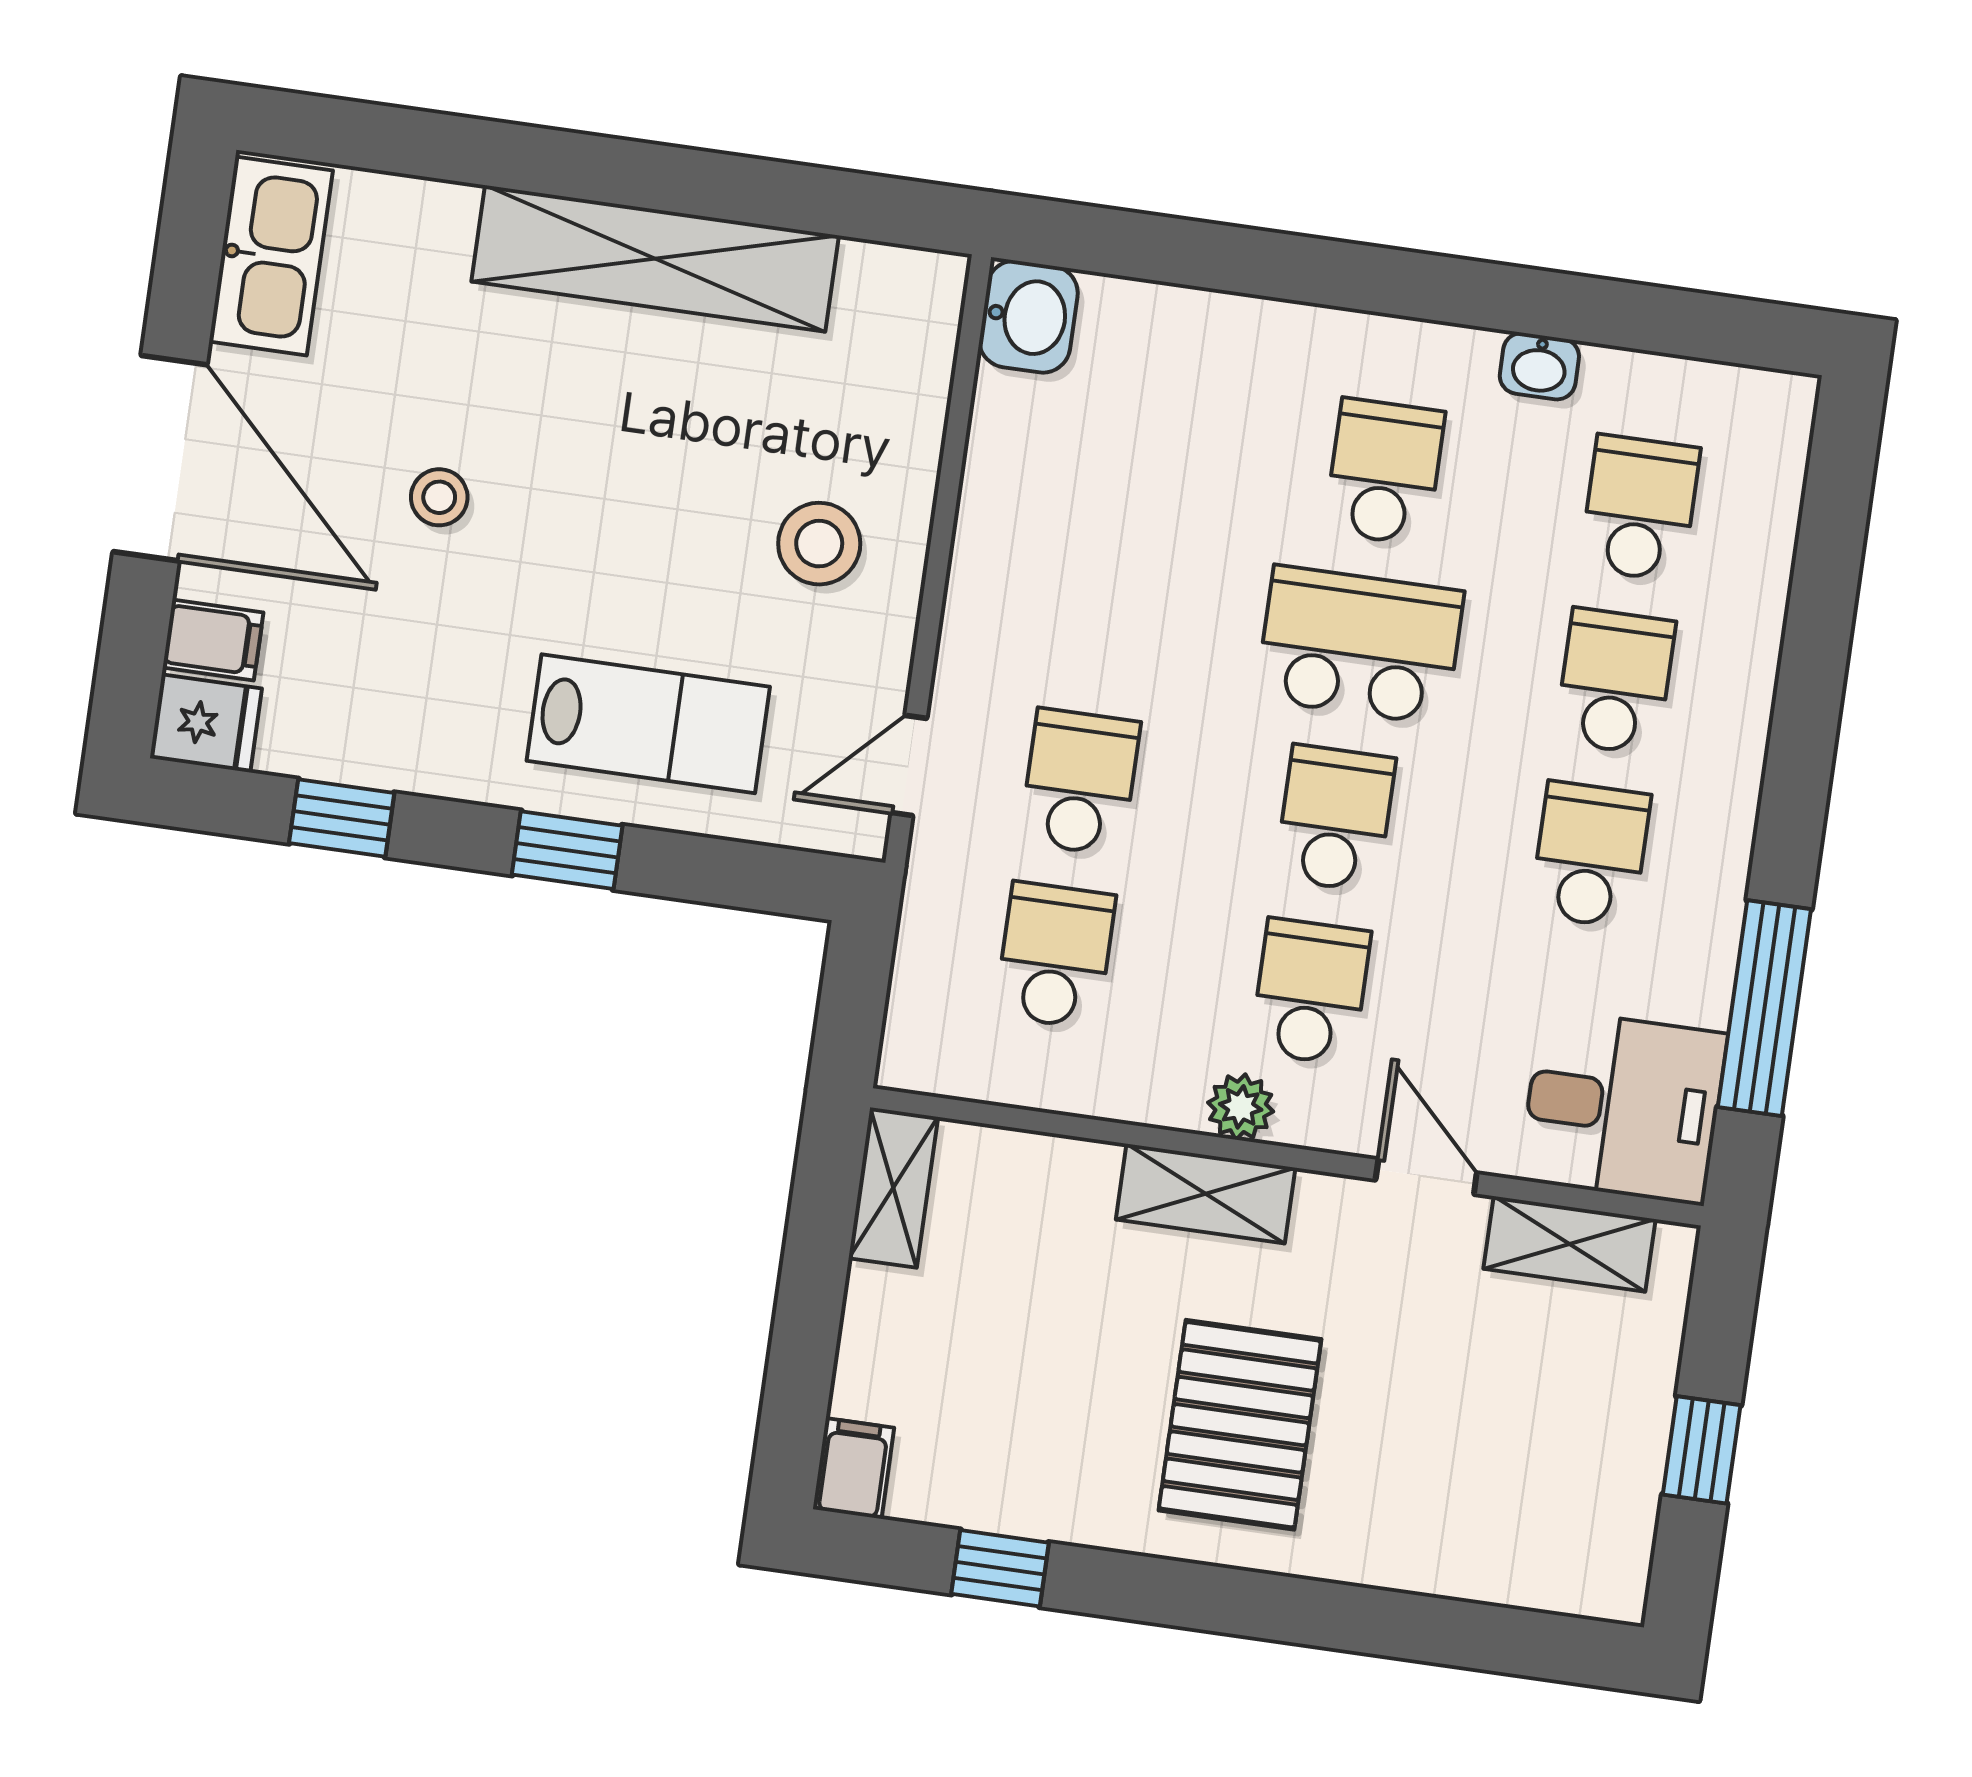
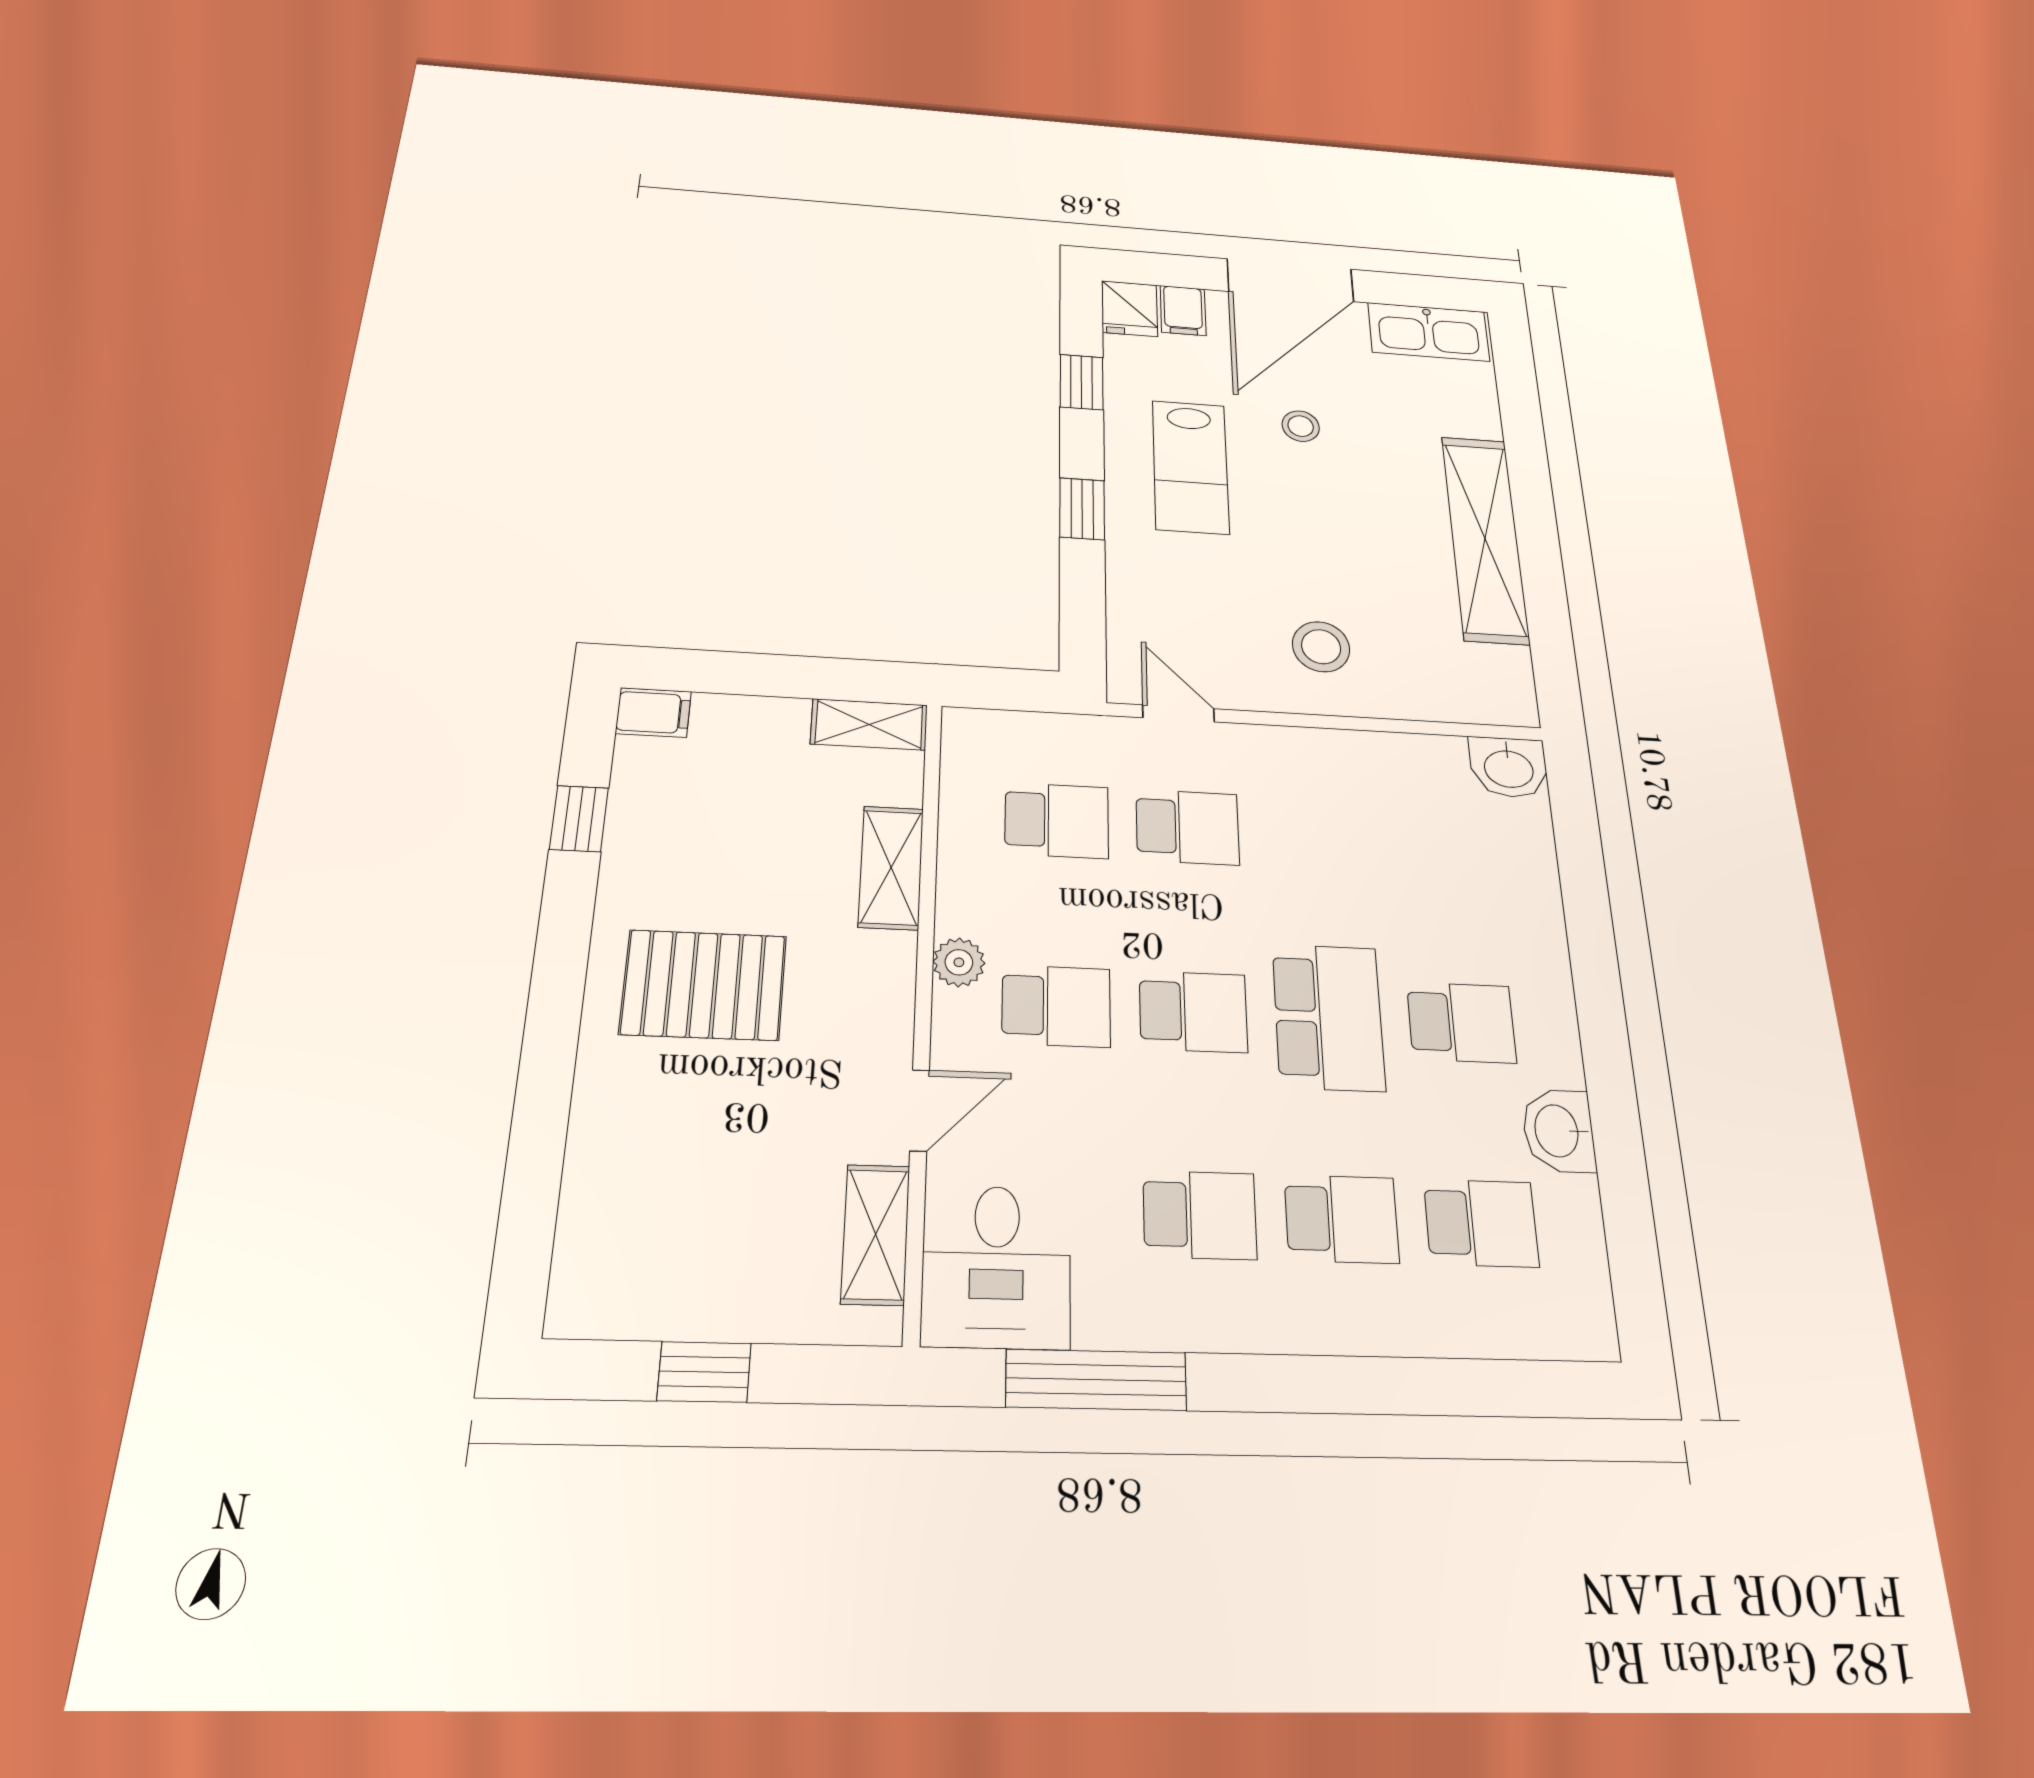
washbasin: (1539, 366) -> (1558, 1131), width x1.38, depth x1.45
lab bench: (648, 724) -> (1190, 467), moved
shelving: (1206, 1194) -> (891, 867), moved

